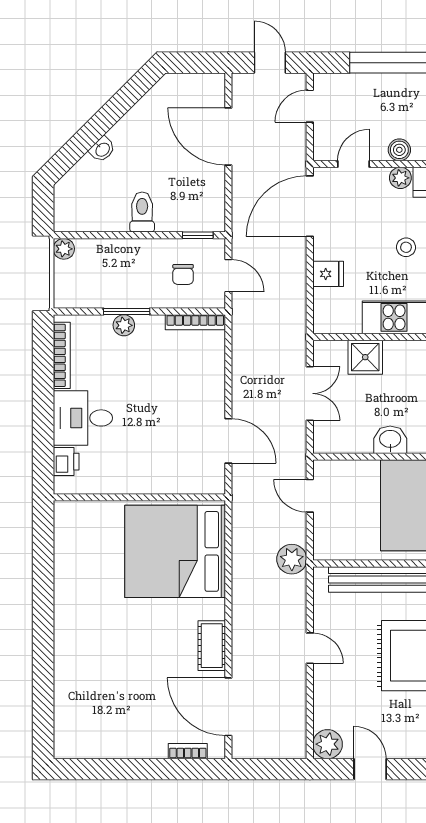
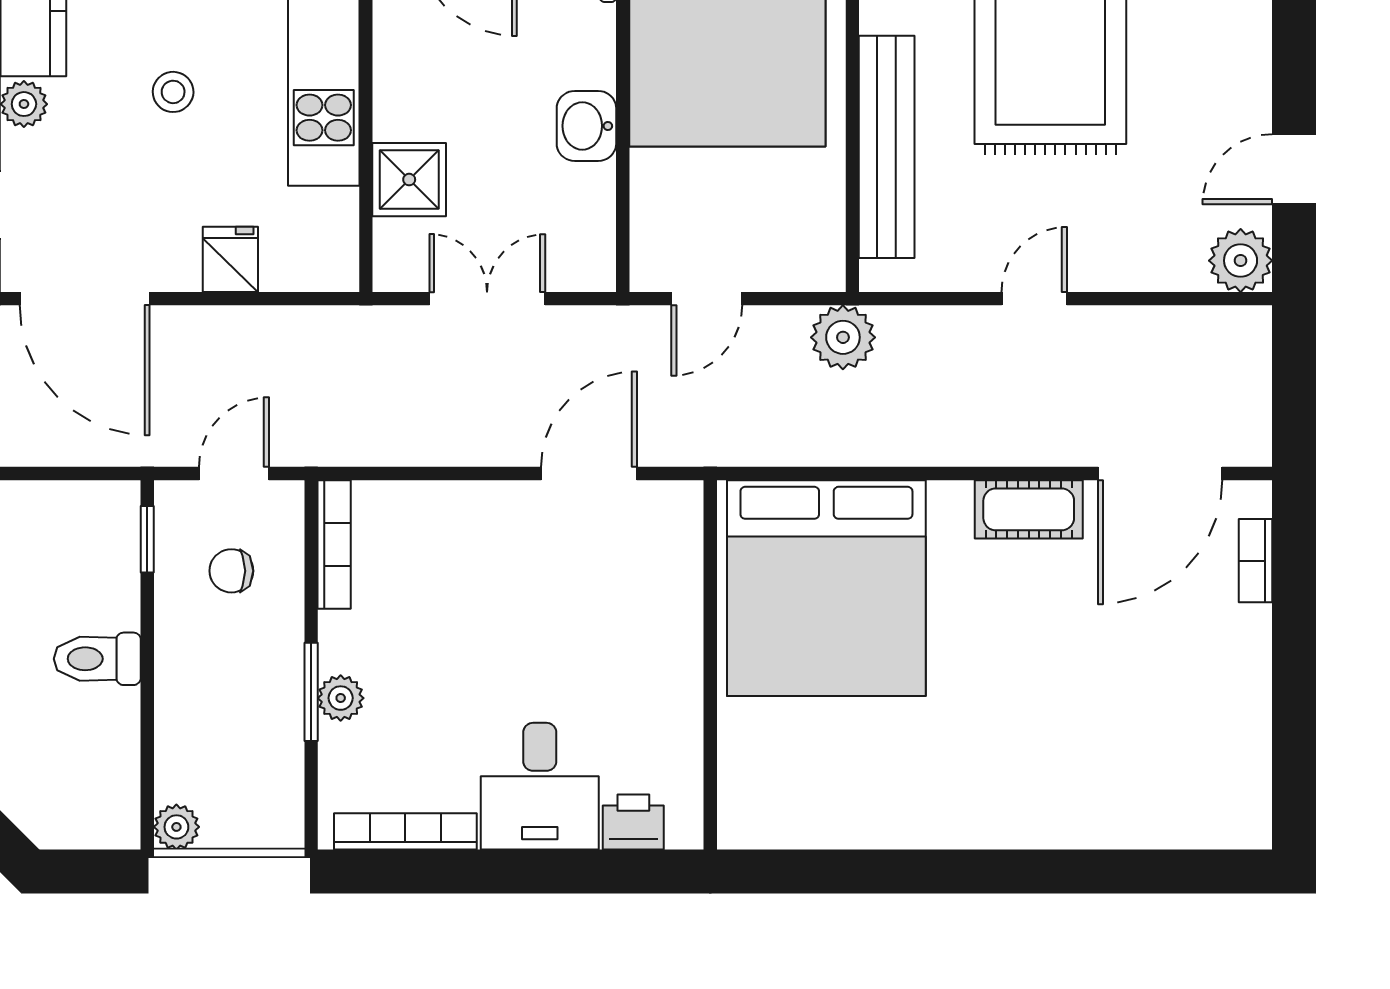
chair: (183, 274) -> (231, 571), turned 180

